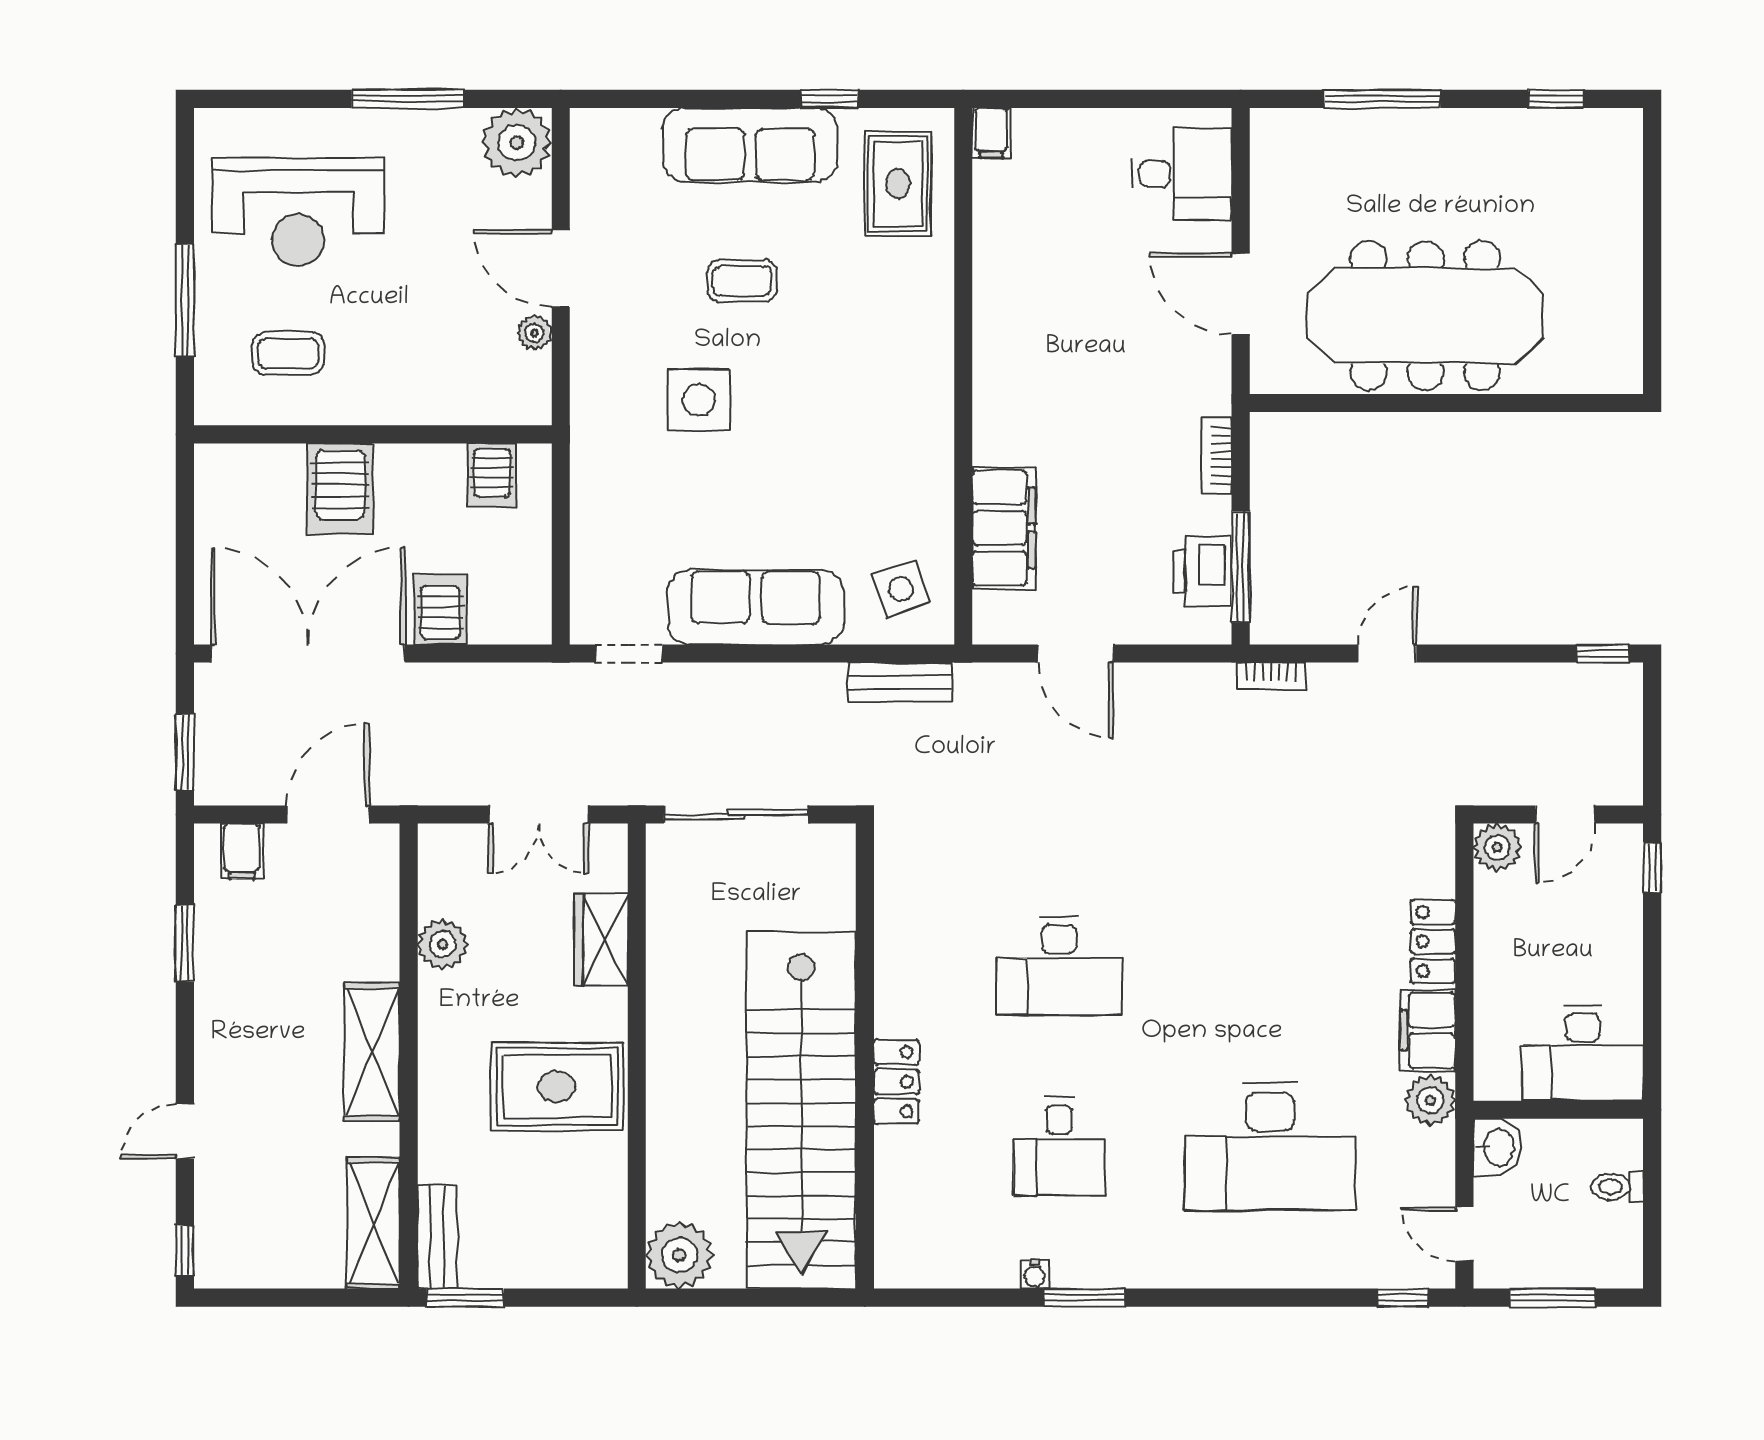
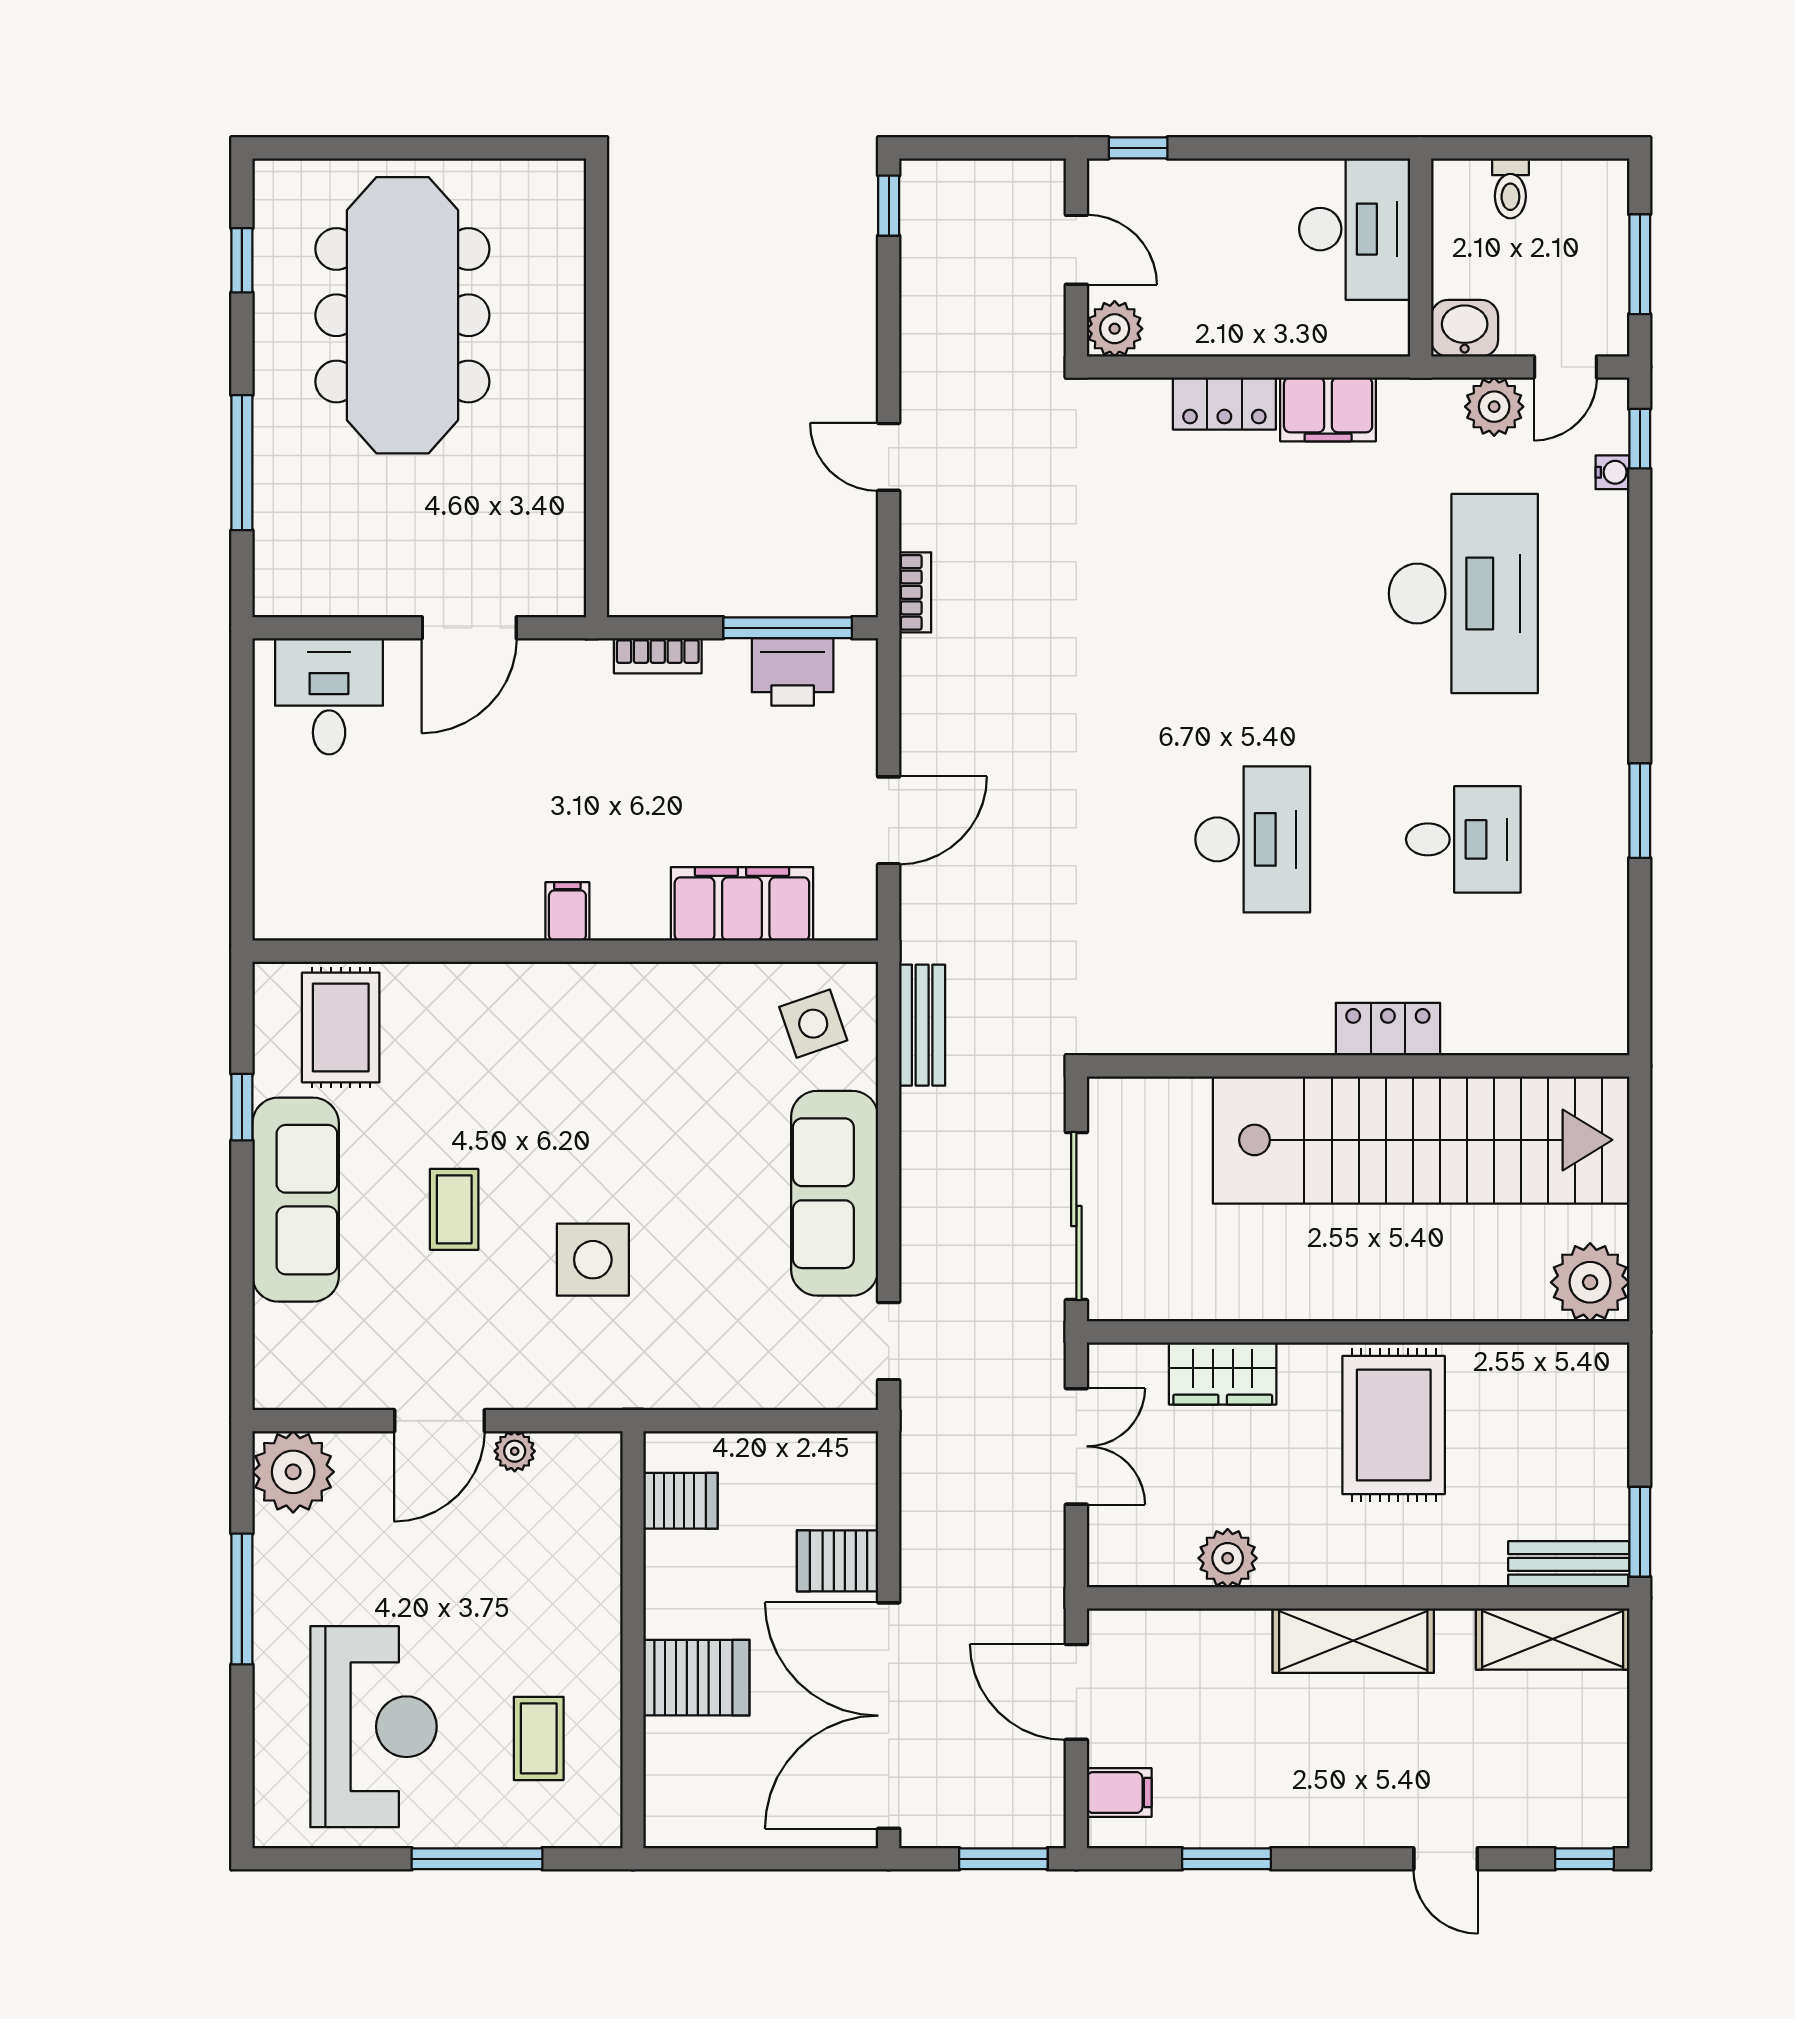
filing cabinet: (991, 133) -> (567, 911), moved, turned -90
rug: (898, 184) -> (341, 1027), turned 90
meeting table: (1425, 316) -> (402, 315), moved
plant: (1430, 1100) -> (1494, 407), moved
water cooler: (1034, 1274) -> (1612, 472), moved

